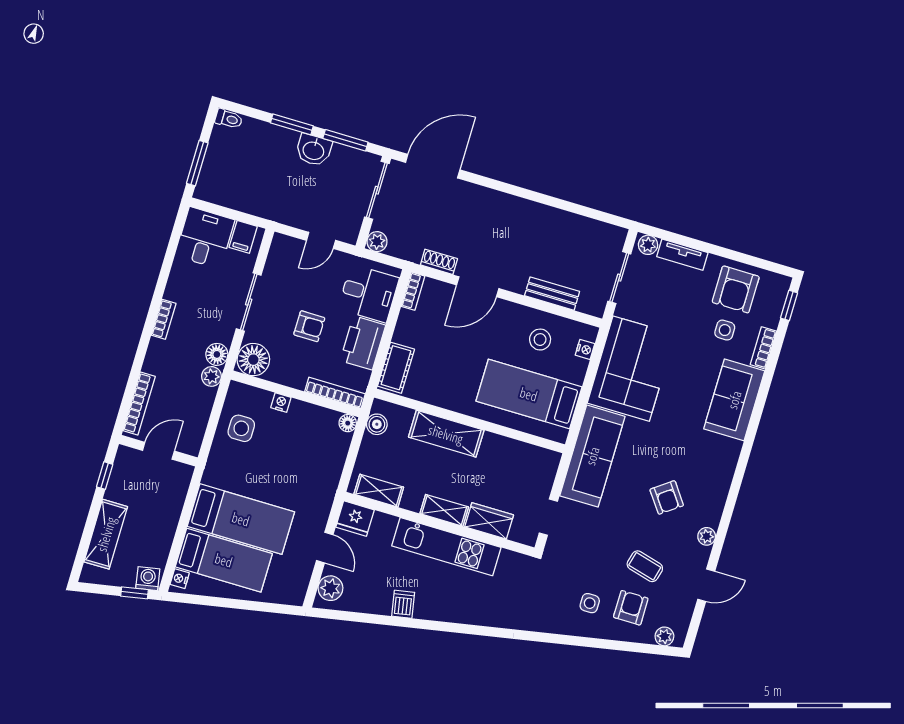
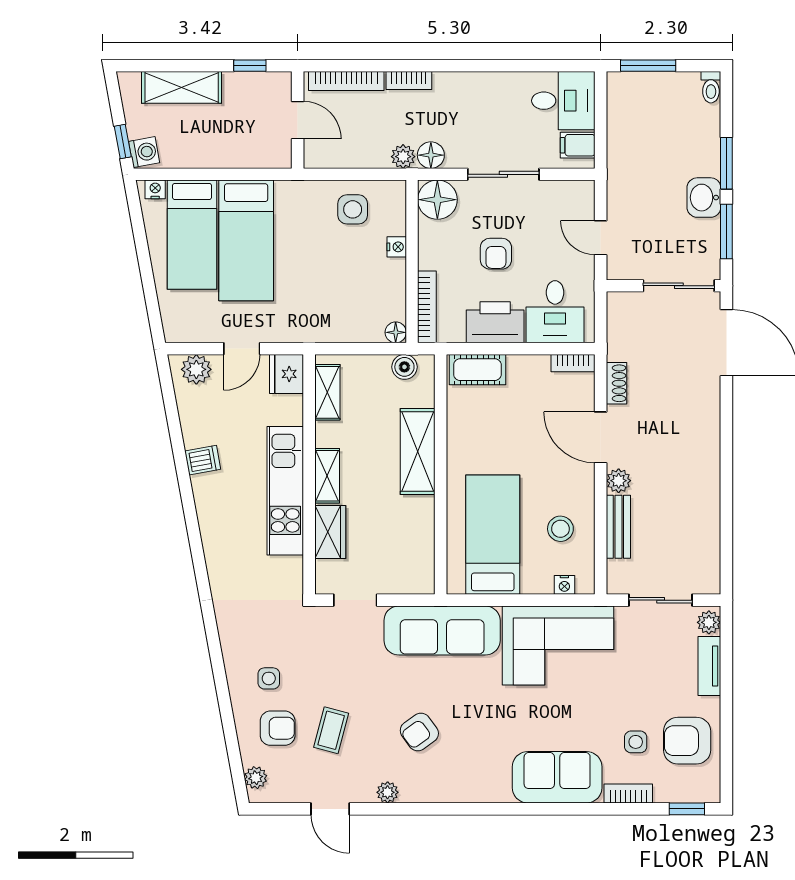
plant: (377, 242) -> (619, 481), moved
bookcase: (164, 319) -> (409, 80), moved

